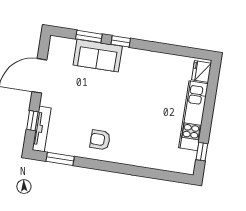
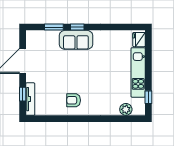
sofa: (98, 56) -> (76, 40), moved
window: (60, 159) -> (47, 119), removed
plant: (169, 163) -> (126, 109), added

